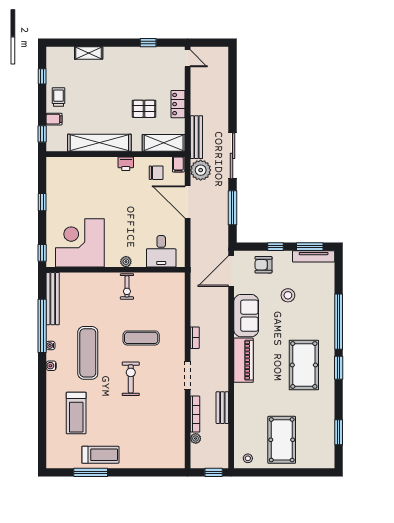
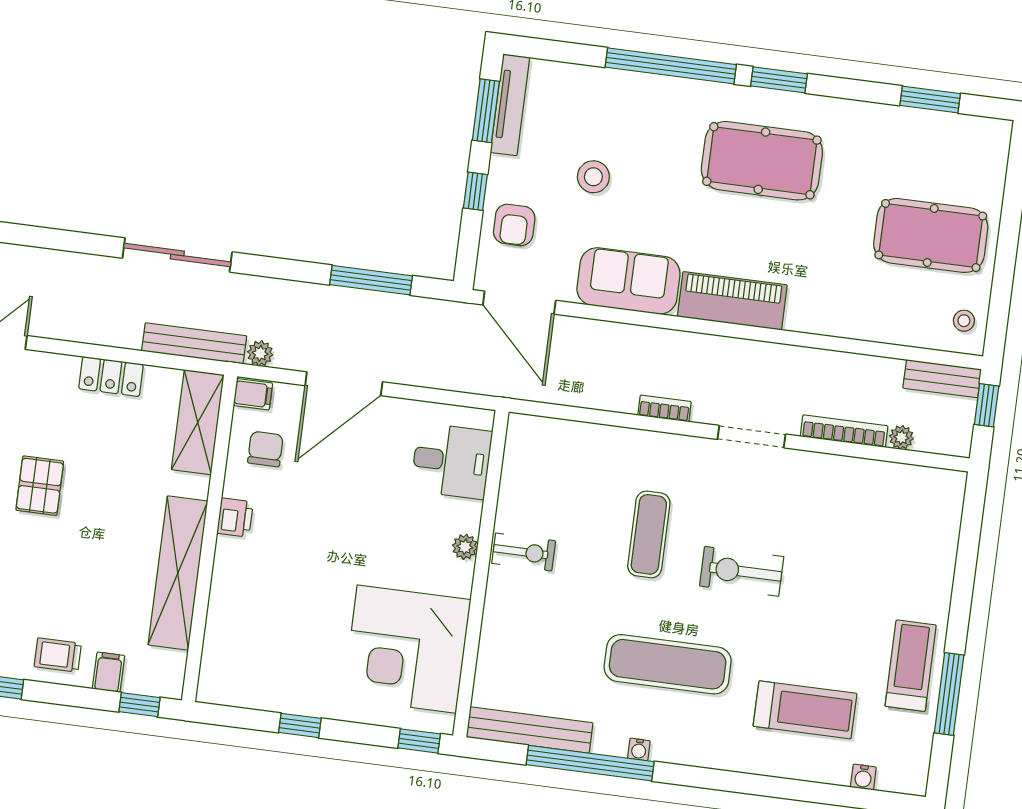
pallet: (144, 109) -> (40, 486), moved
sliding door: (233, 156) -> (177, 255), moved
plant: (201, 170) -> (260, 353), width x0.53, depth x0.53
water cooler: (51, 366) -> (863, 777), moved
bench: (222, 408) -> (942, 379), moved

